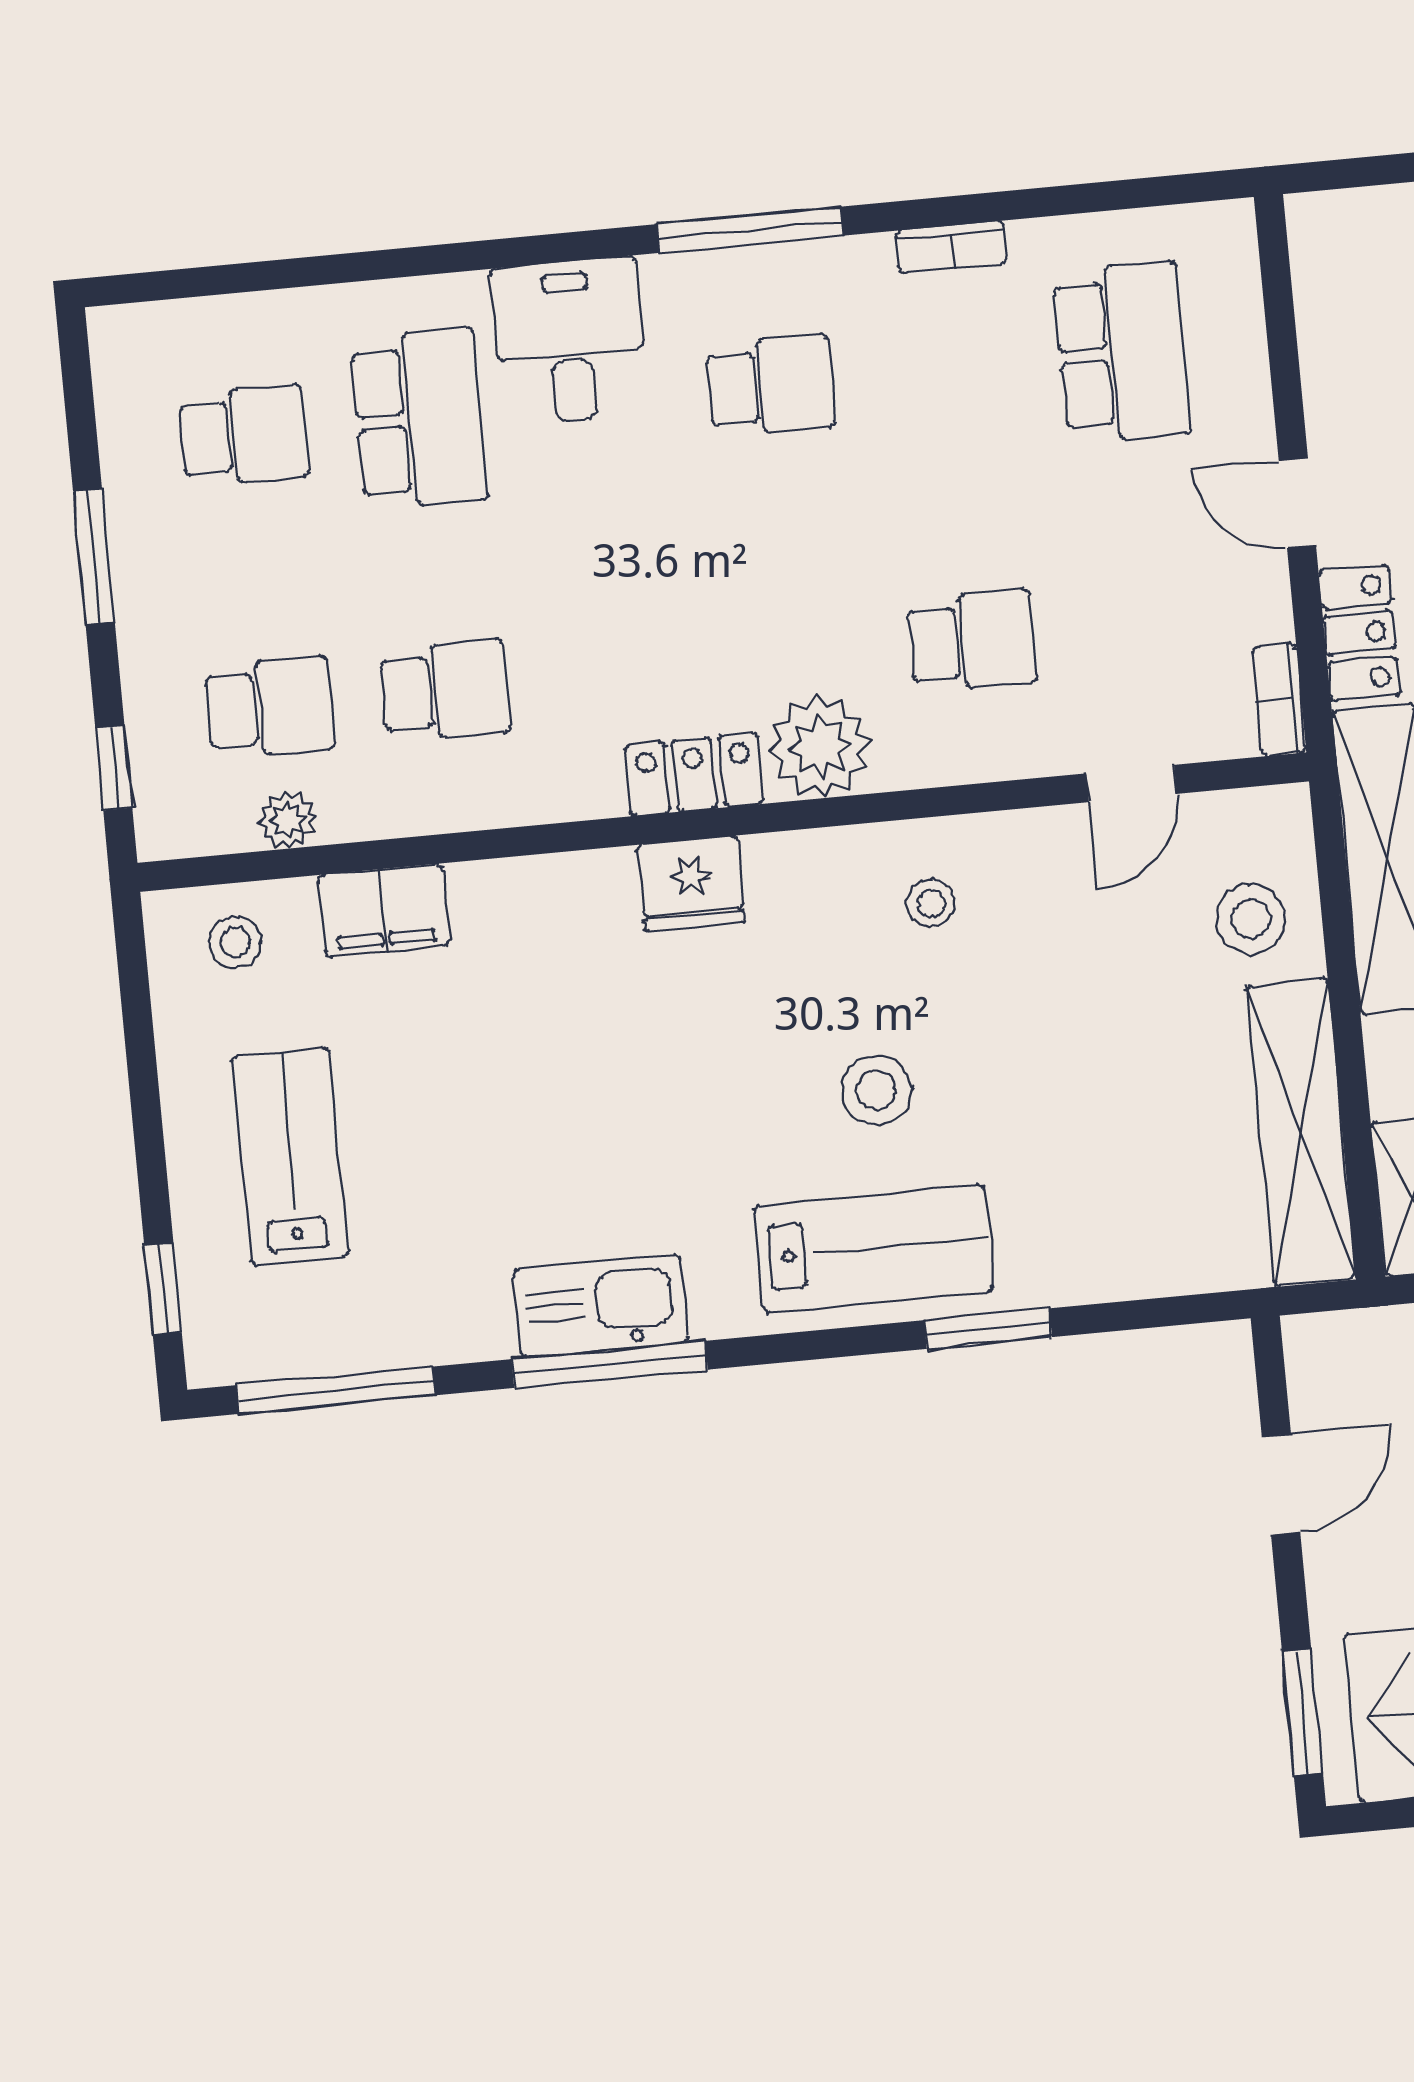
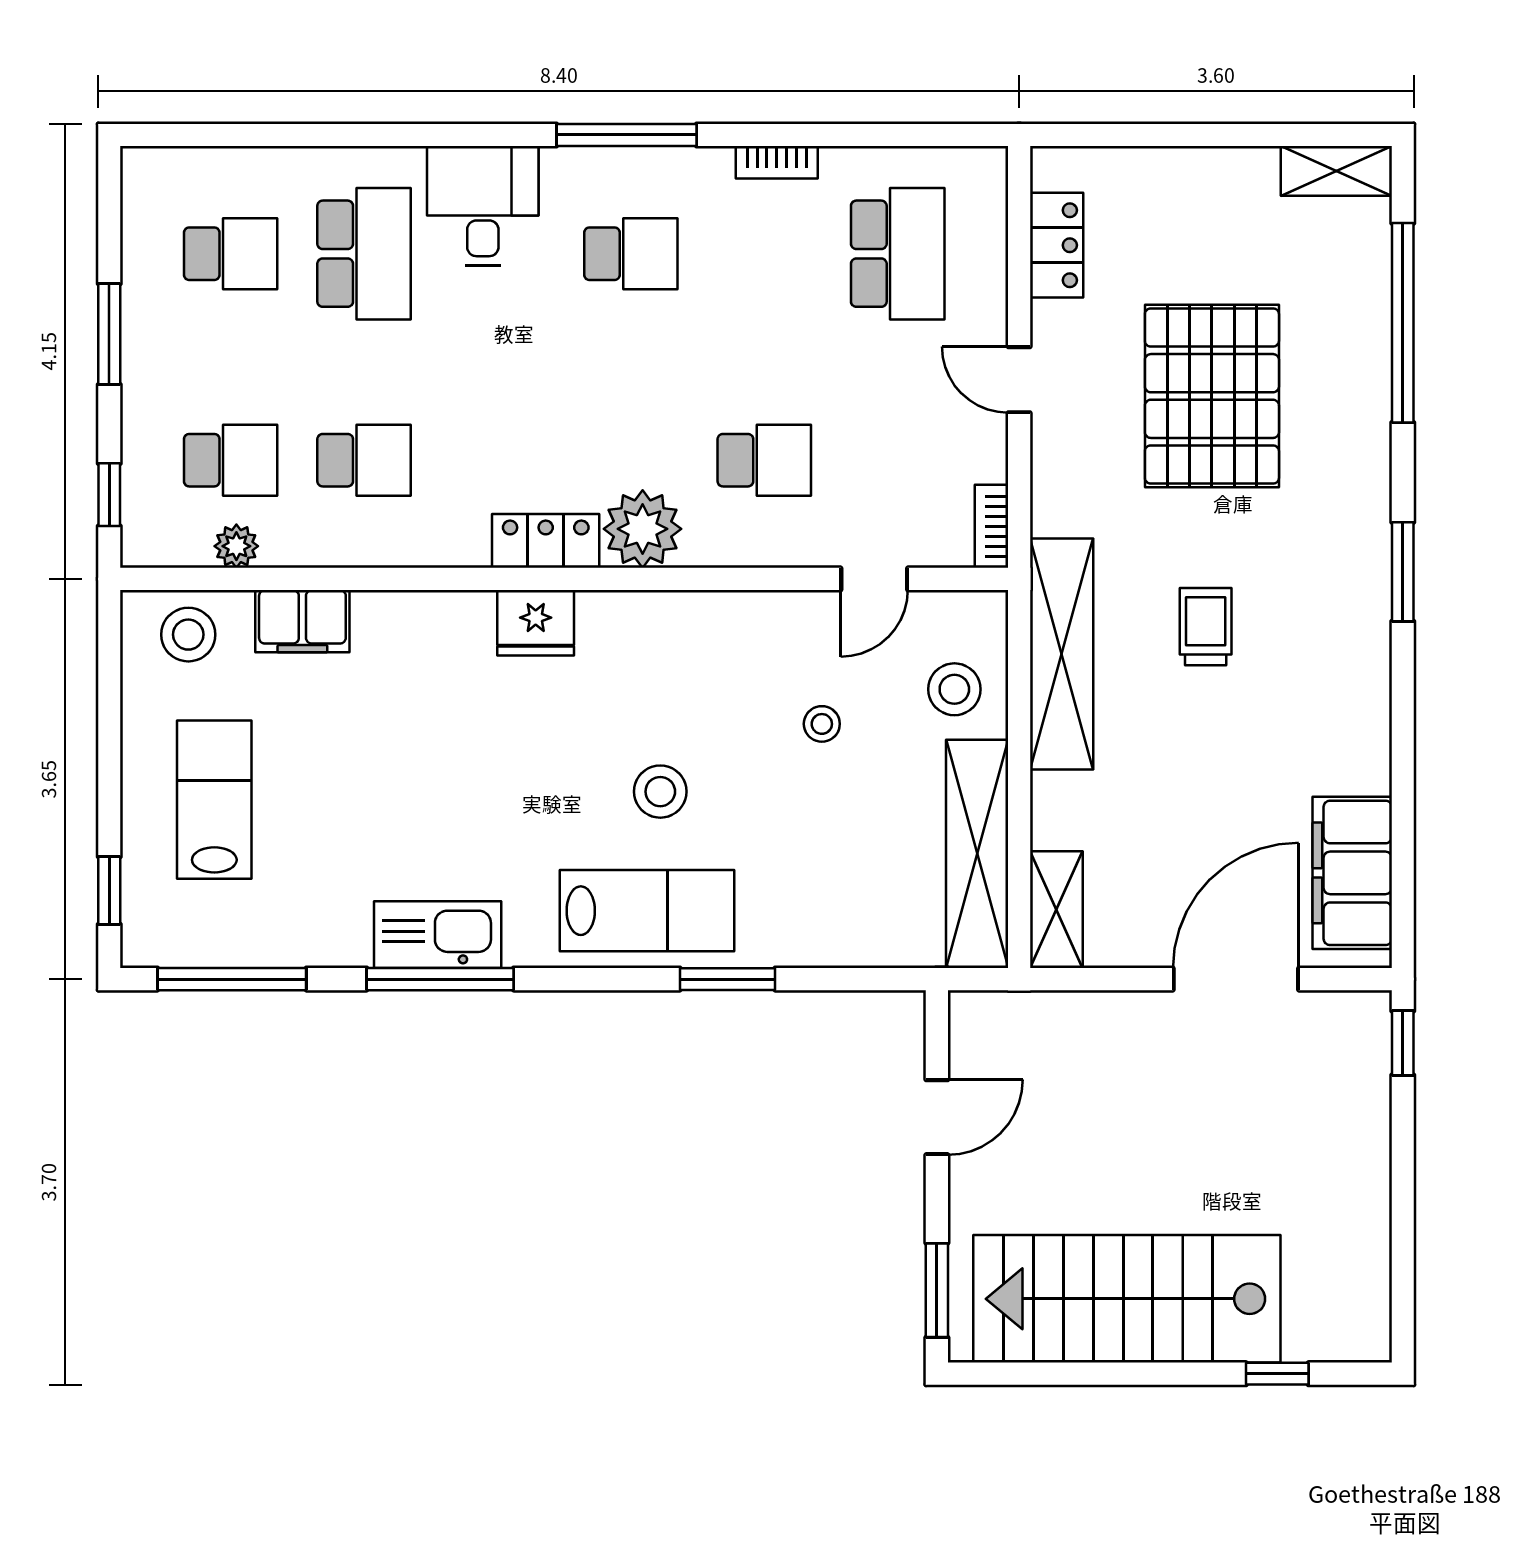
locker: (1359, 633) -> (1057, 245), moved
stool: (931, 903) -> (822, 724), moved
stool: (235, 942) -> (188, 635), width x1.37, depth x1.37

